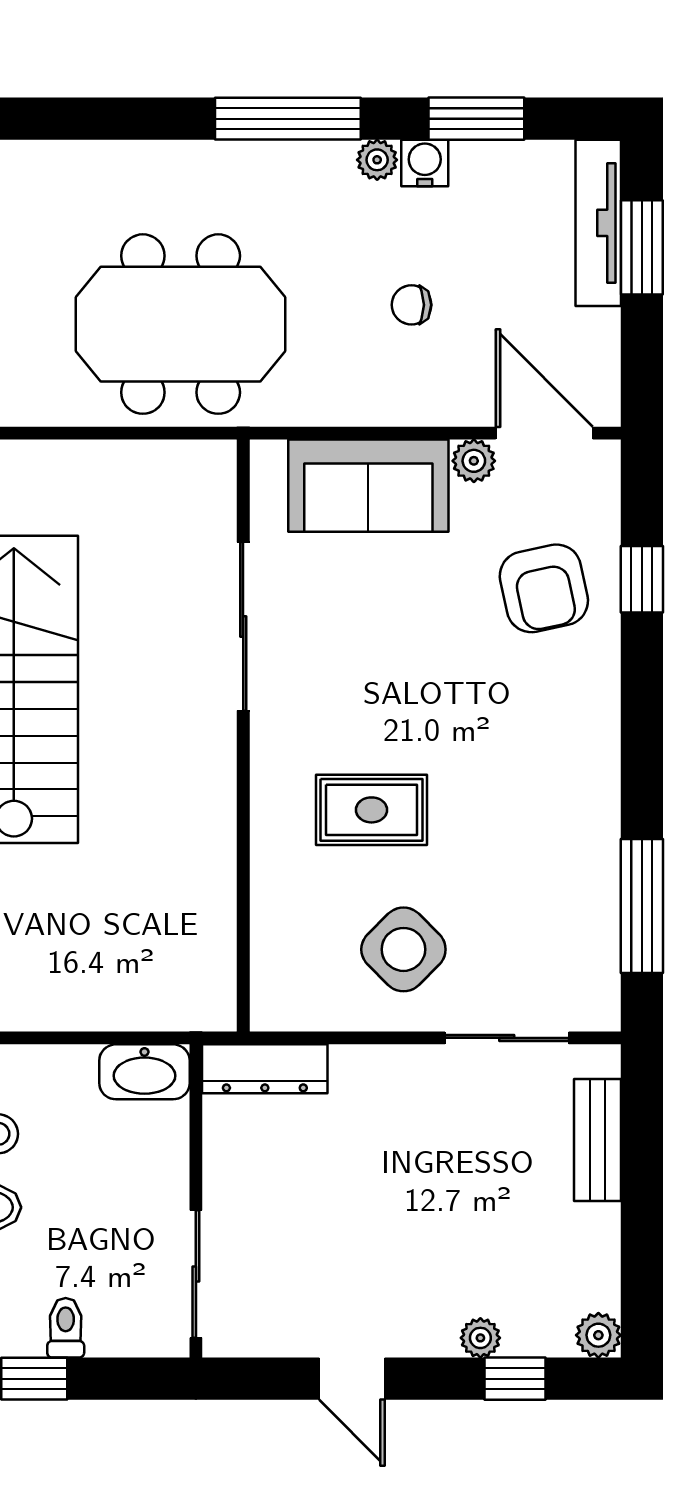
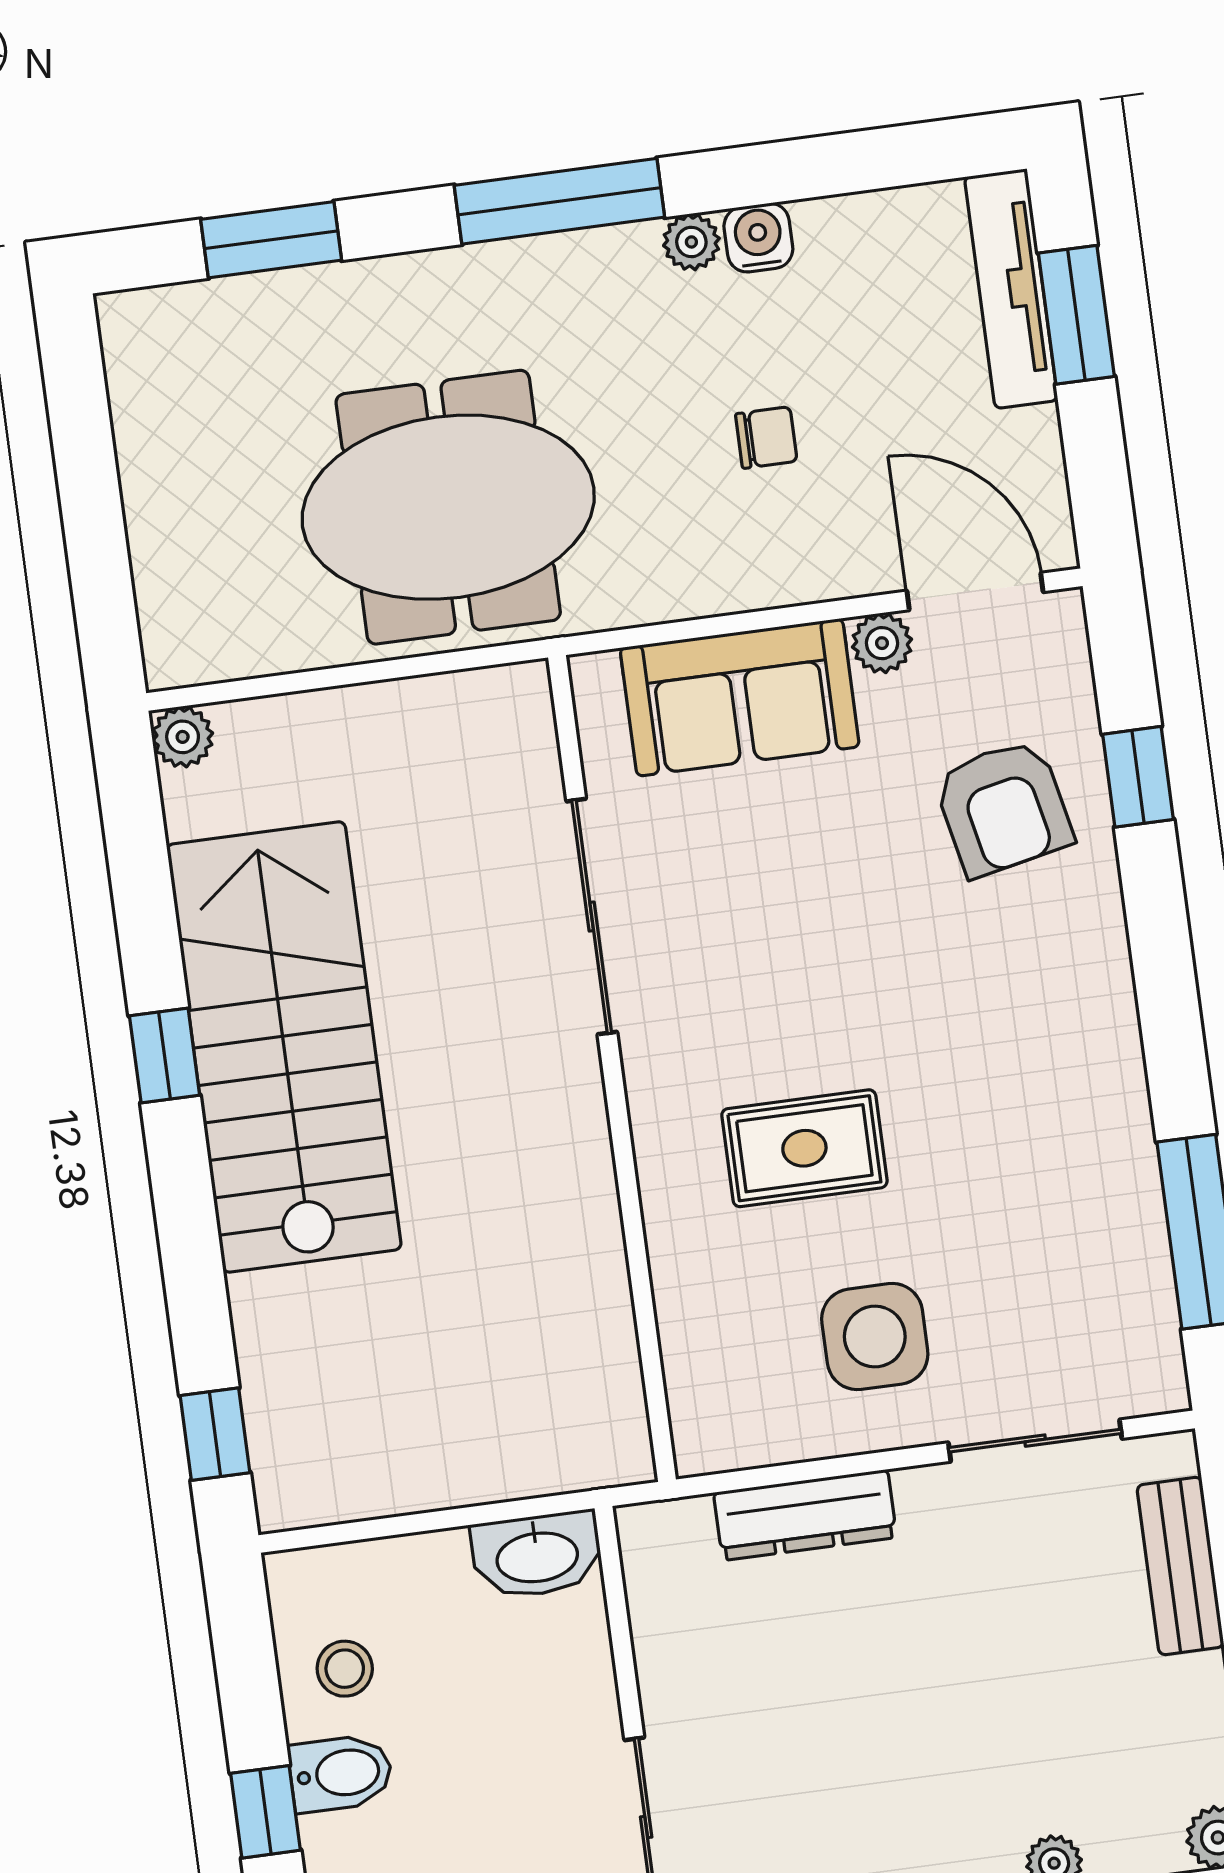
window: (476, 119) -> (271, 240), moved
chair: (411, 305) -> (766, 438), turned 180
side table: (403, 949) -> (875, 1337), turned 45
dresser: (265, 1069) -> (805, 1515), moved

